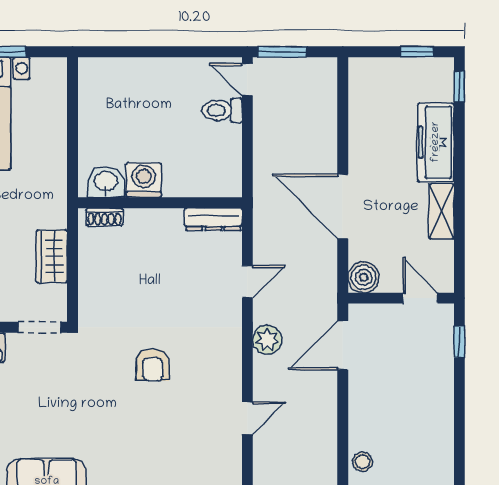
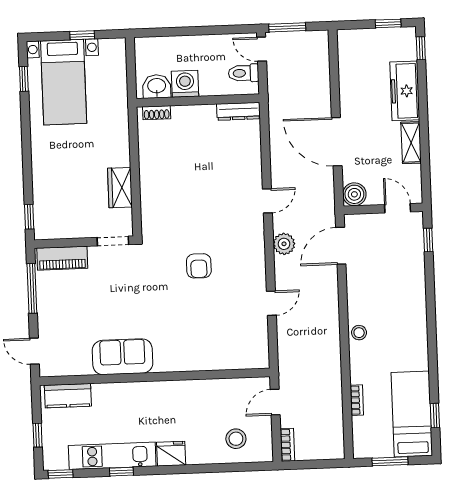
washing machine: (144, 180) -> (185, 84), moved
washbasin: (106, 182) -> (157, 86), moved
wall: (160, 203) -> (198, 100), moved
shoe rack: (104, 217) -> (157, 113), moved
dresser: (213, 219) -> (238, 111), moved

